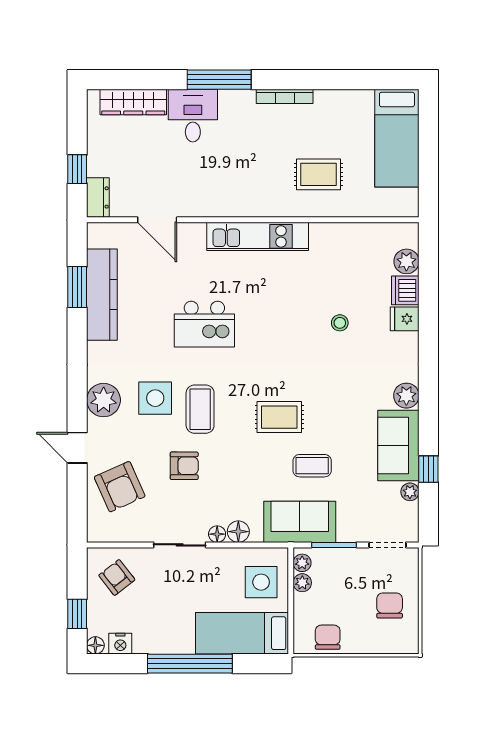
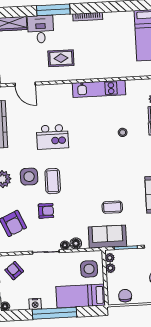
rug: (319, 174) -> (61, 58), moved
kitchen unit: (258, 236) -> (99, 89), moved
rug: (279, 417) -> (94, 183), removed
nightstand: (120, 644) -> (35, 304), moved

